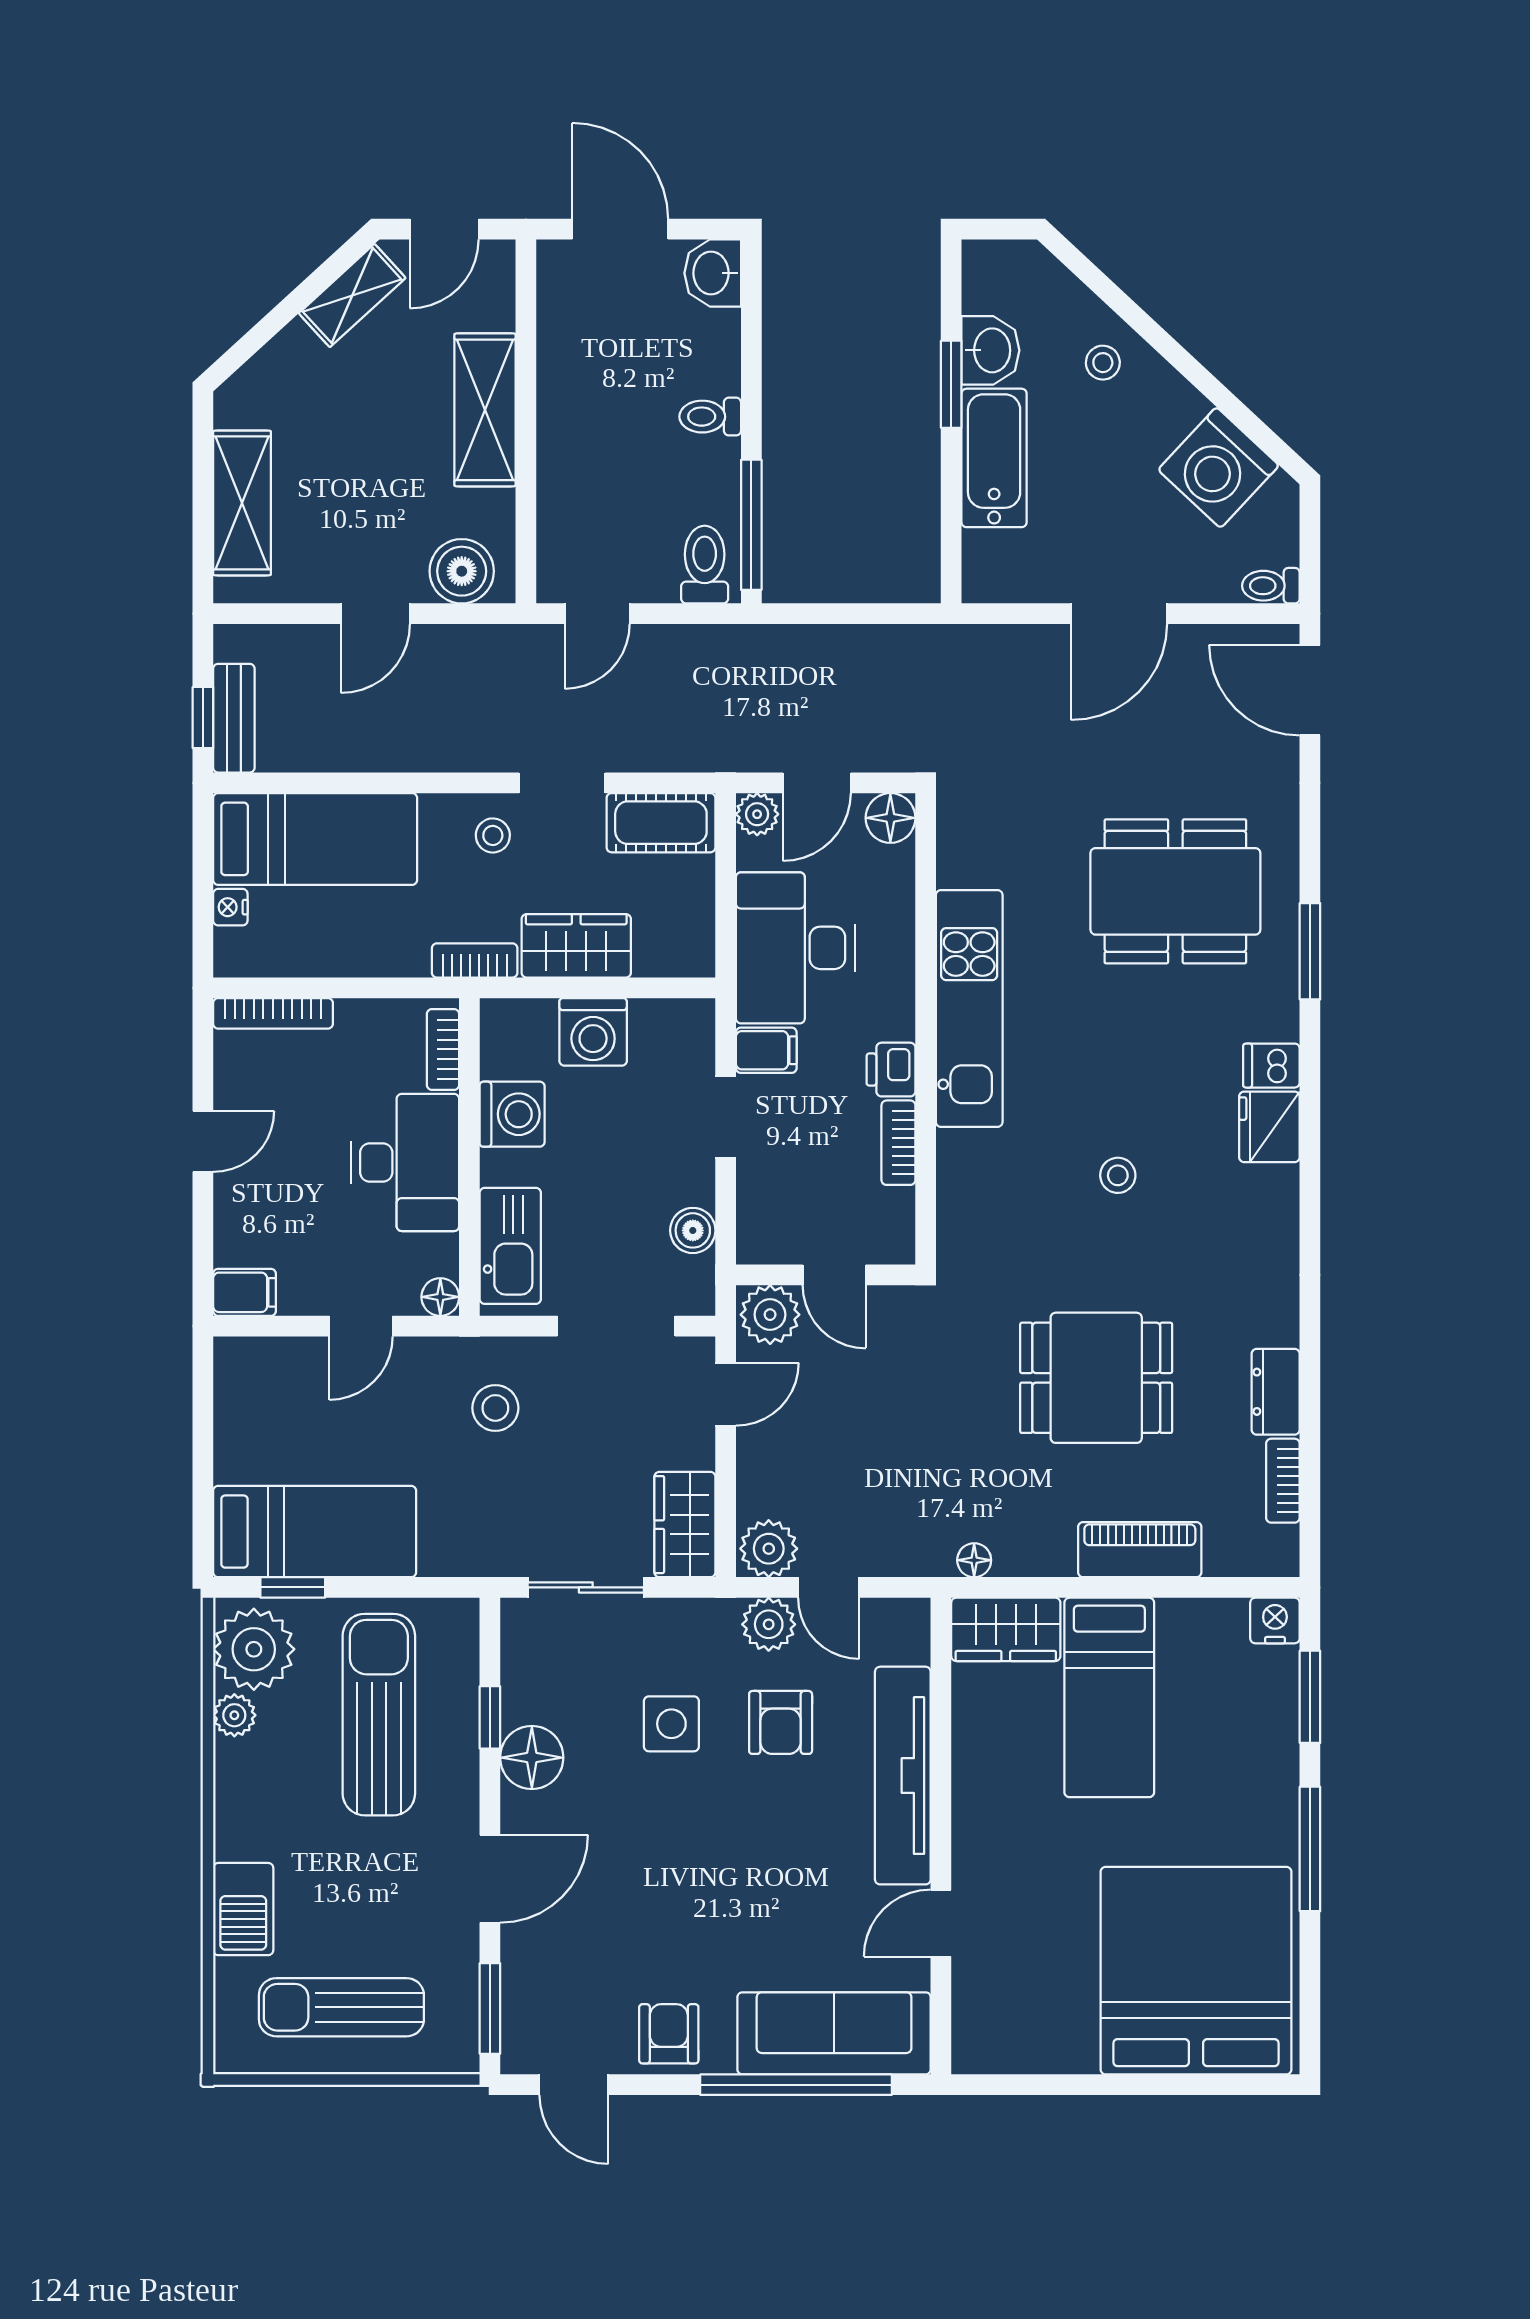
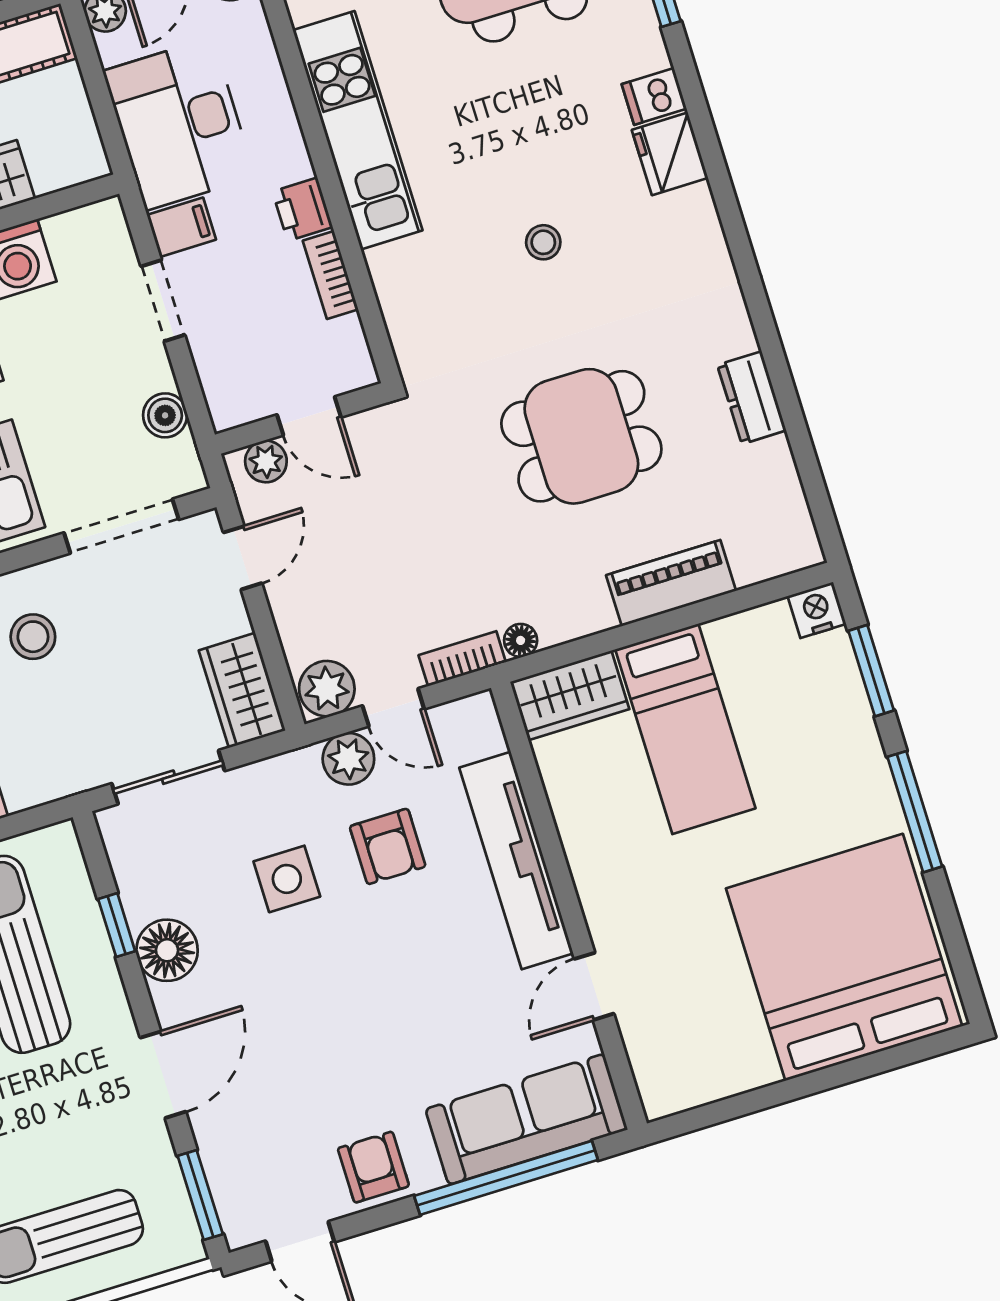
plant: (770, 1315) -> (266, 461), width x0.73, depth x0.73
bookcase: (1283, 1481) -> (462, 659), moved, turned 90

